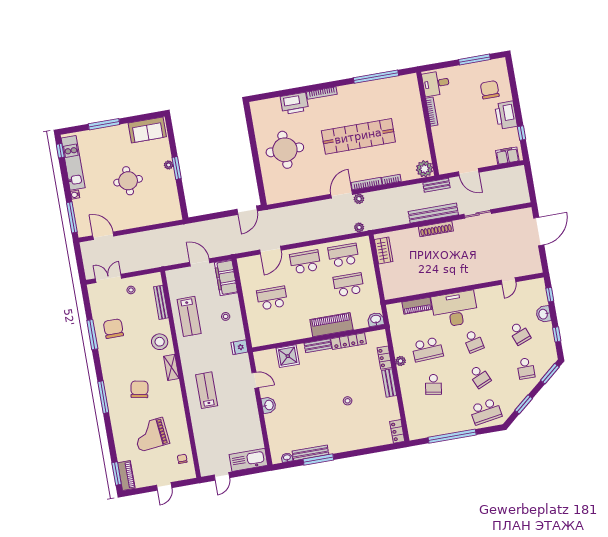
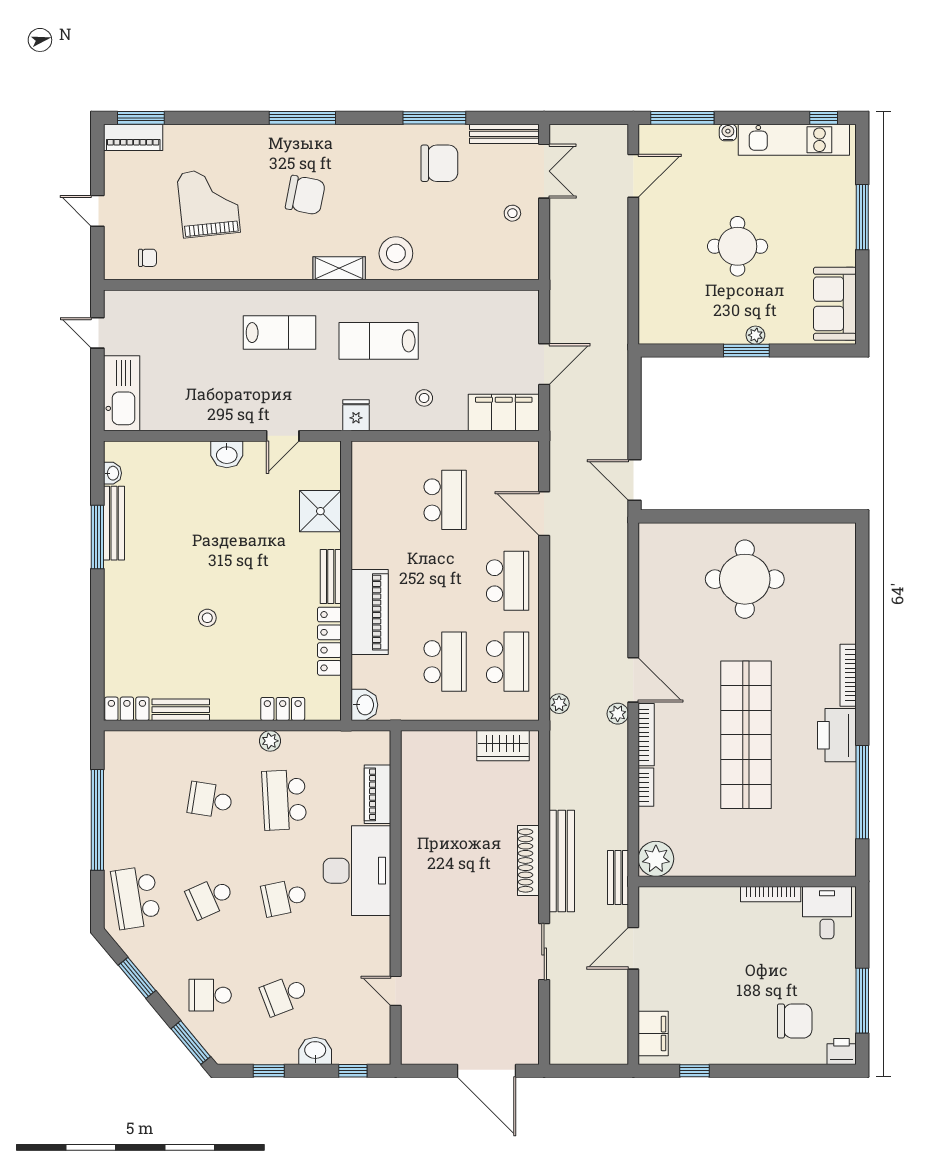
printer: (294, 103) -> (837, 735), moved
printer: (506, 115) -> (842, 1051), moved, width x0.53, depth x0.68
bench: (161, 302) -> (504, 134), moved
lab bench: (189, 316) -> (379, 341), moved
bench: (389, 383) -> (181, 710), moved

